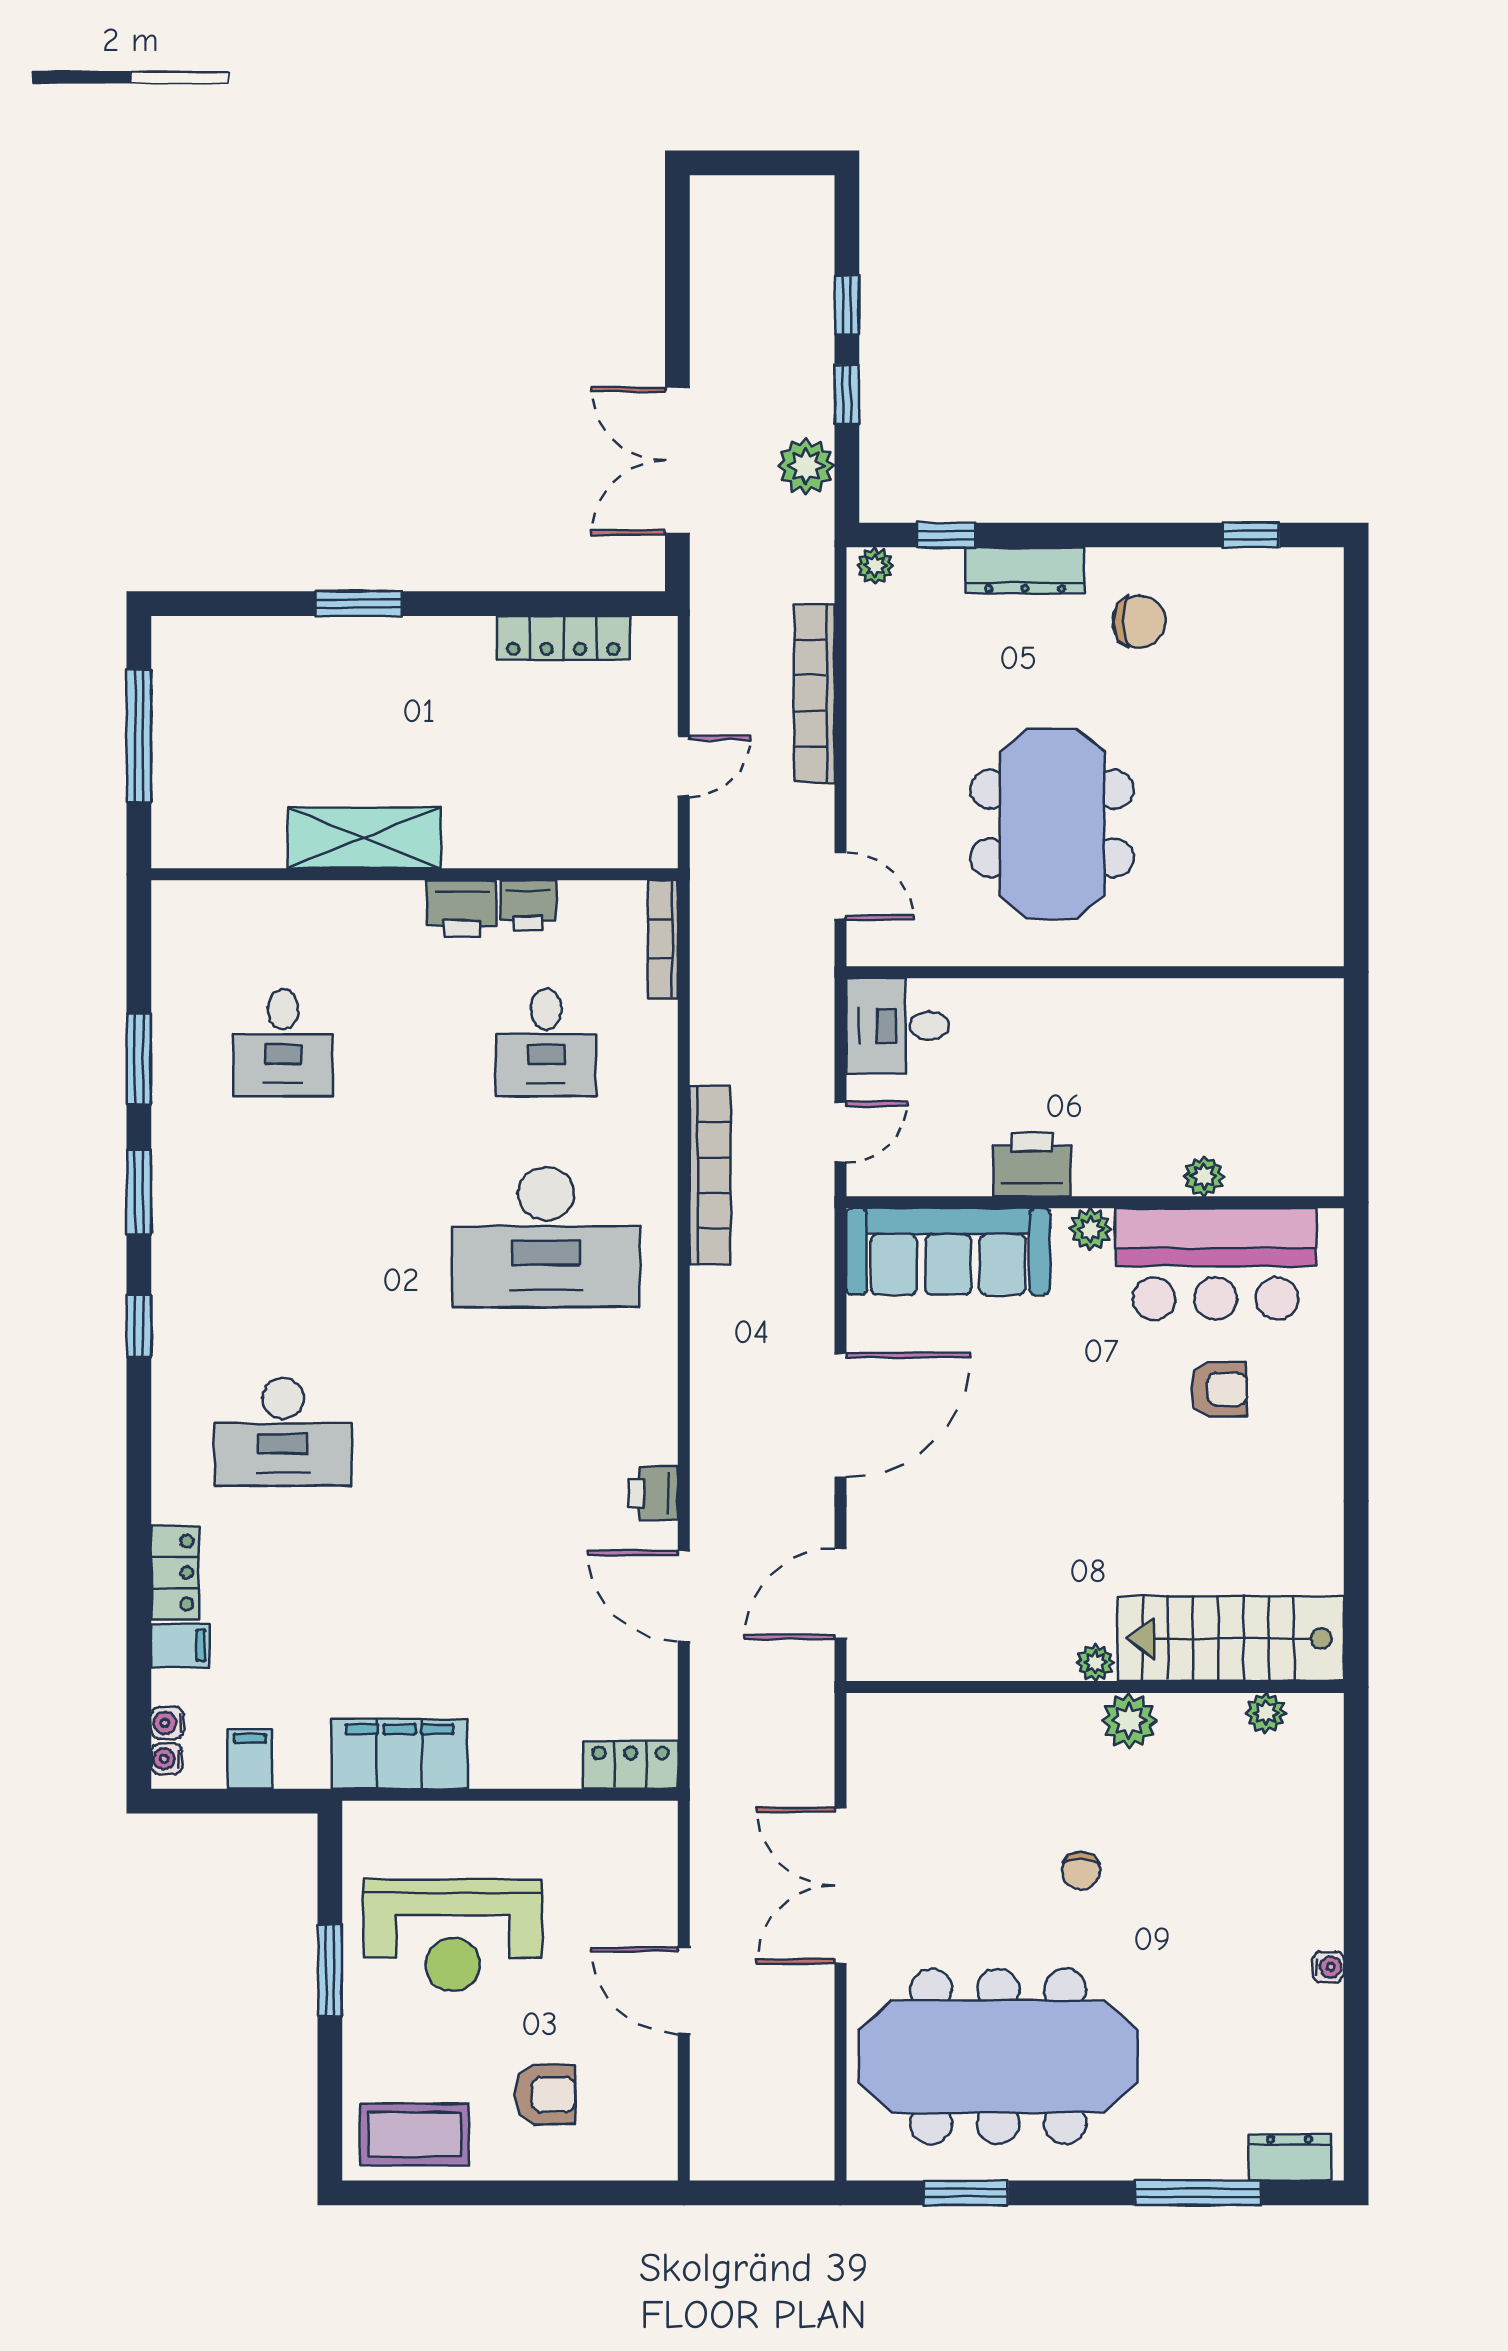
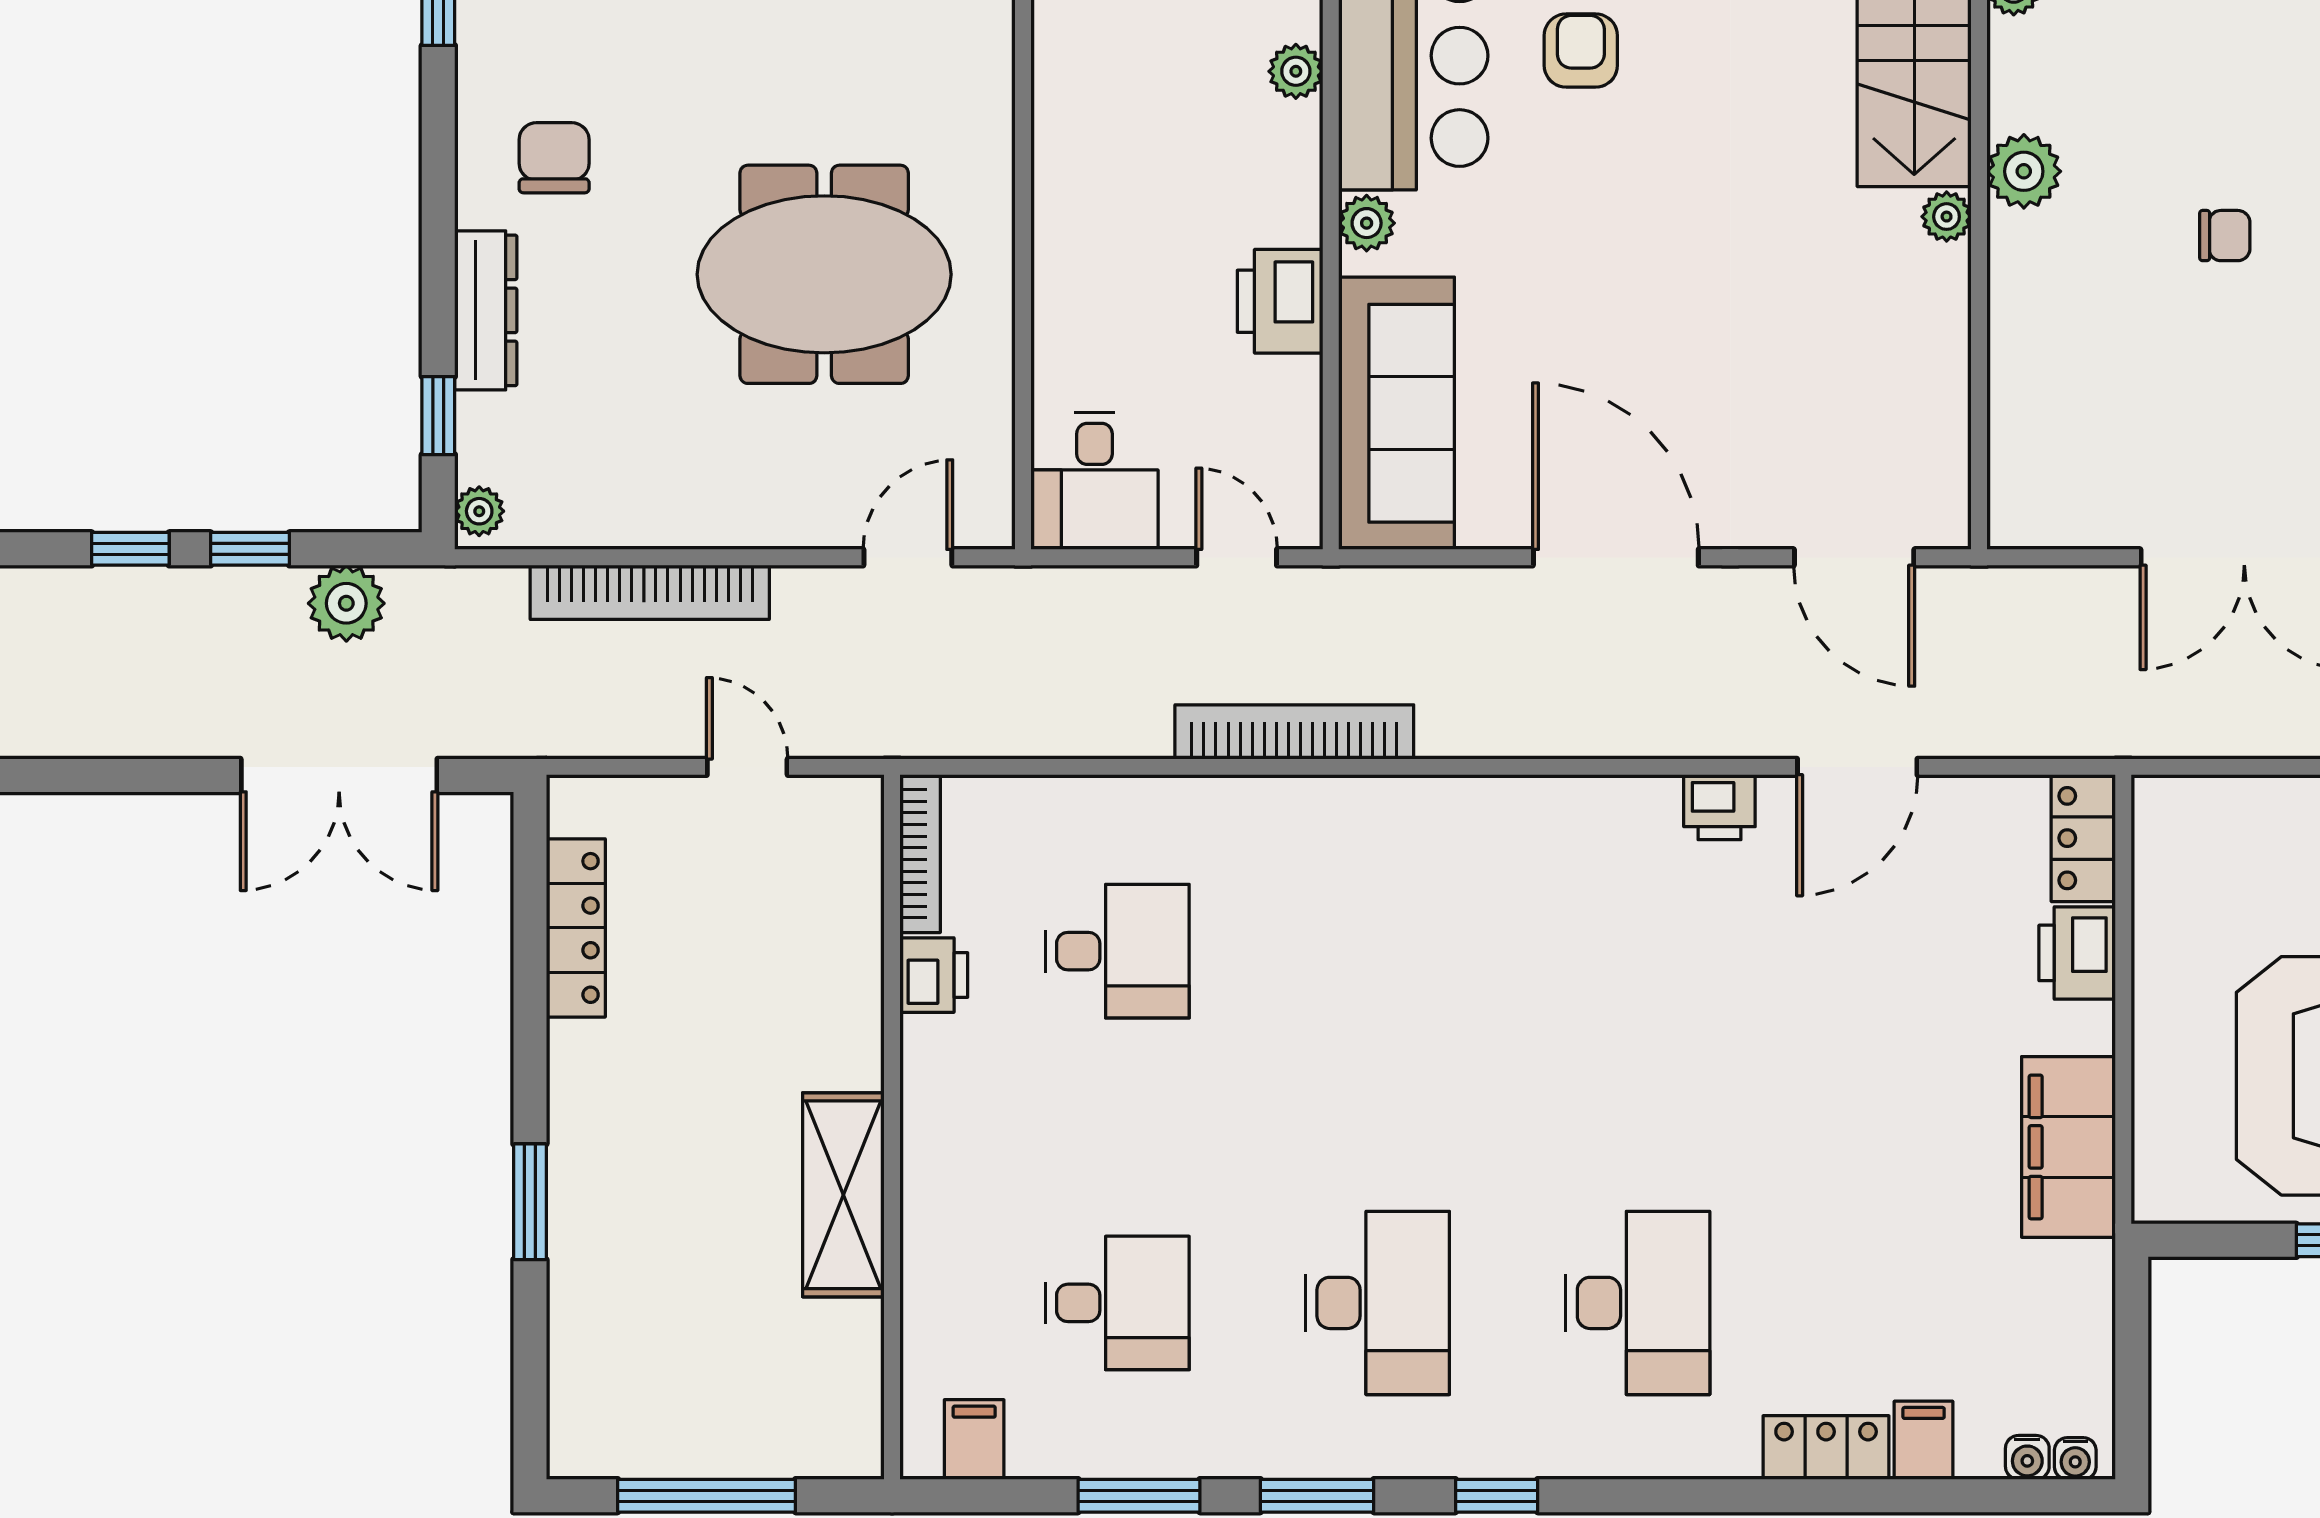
printer: (462, 909) -> (2077, 953), moved, turned 180
bookcase: (663, 939) -> (920, 854), moved, turned -90
desk: (546, 1237) -> (1377, 1303), moved, width x0.73, depth x0.77
filing cabinet: (250, 1759) -> (974, 1440), moved, turned 90

